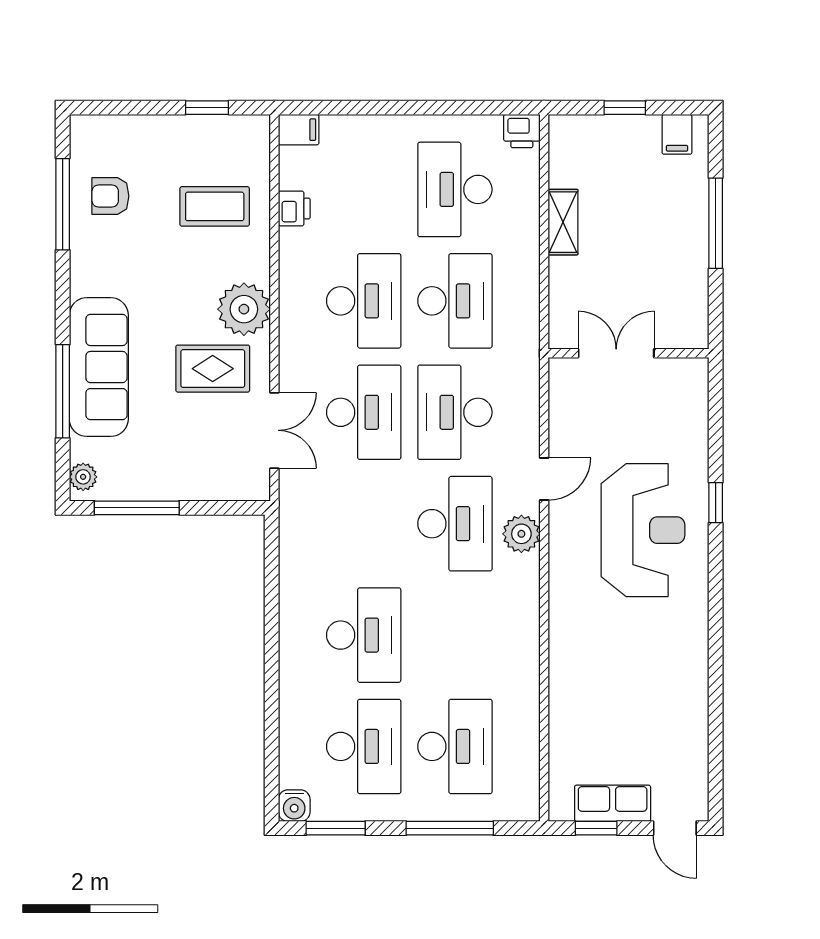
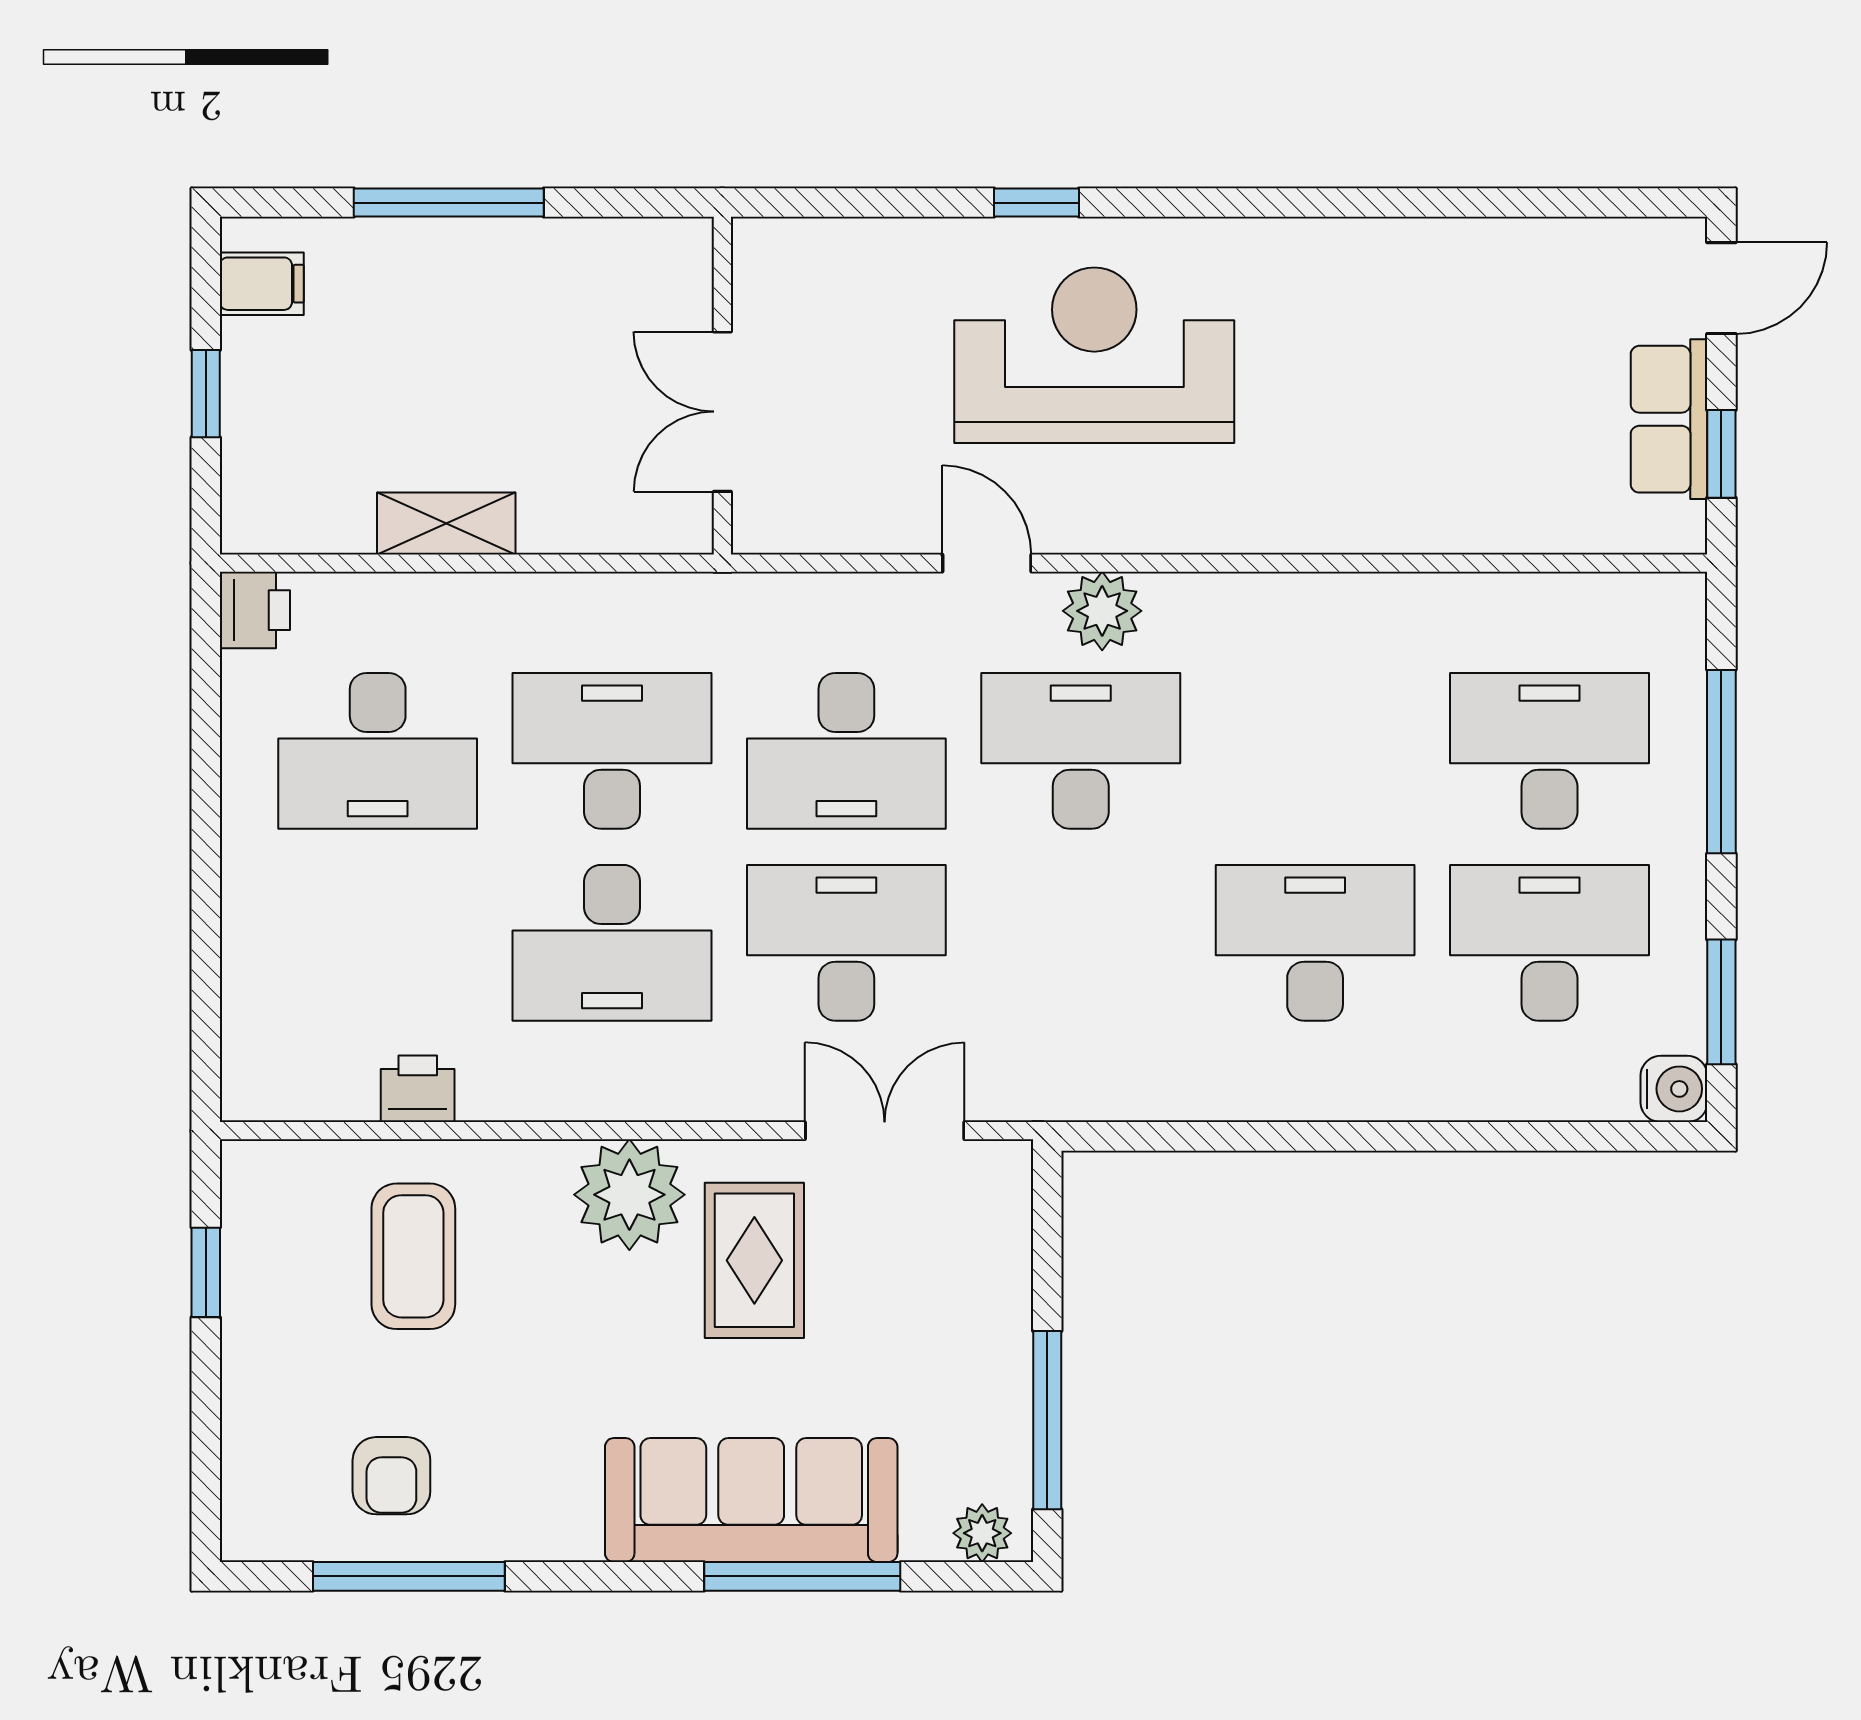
filing cabinet: (299, 130) -> (252, 1080), removed
desk: (364, 301) -> (612, 943), turned 180

